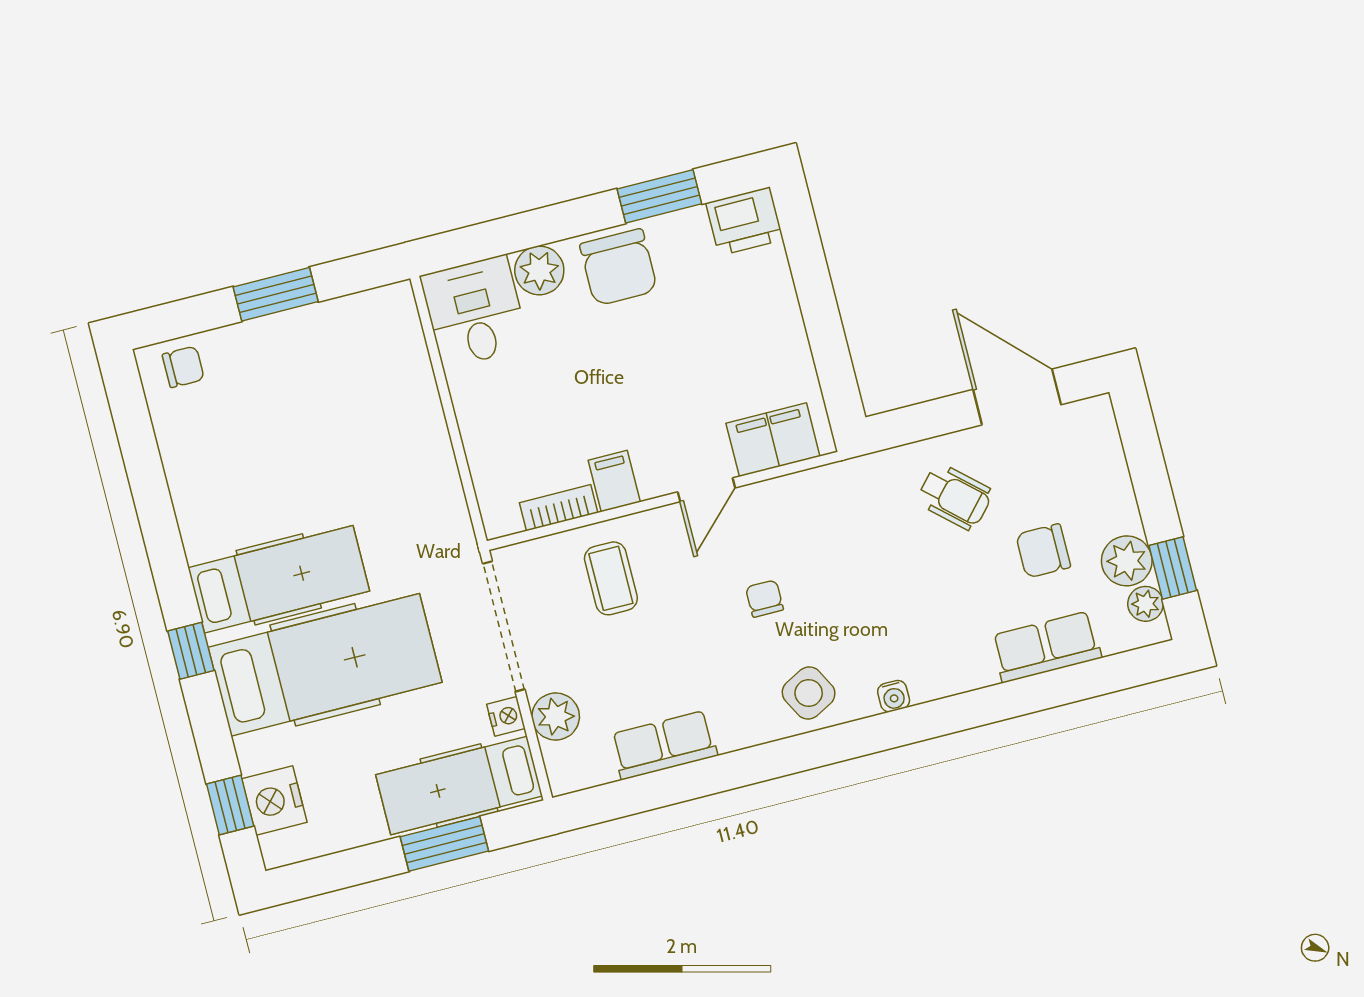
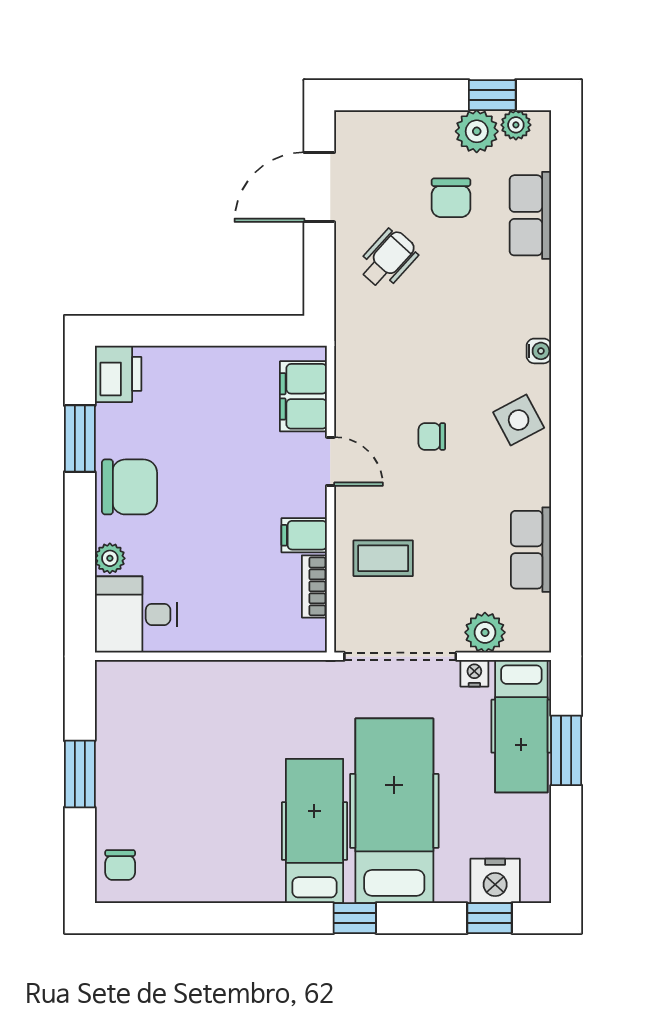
plant: (539, 270) -> (110, 558), width x0.73, depth x0.73
chair: (183, 367) -> (120, 865), turned 180

